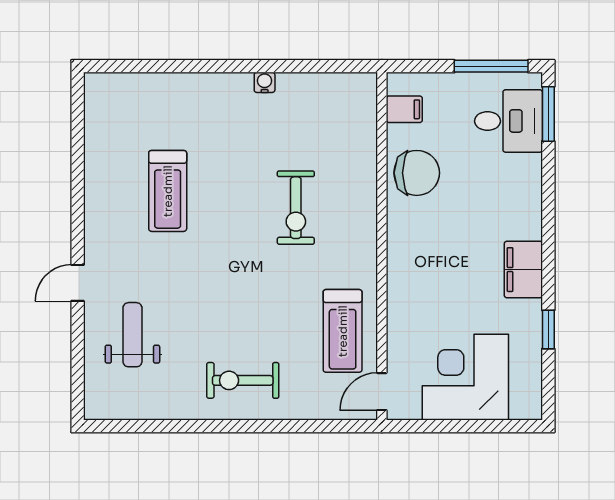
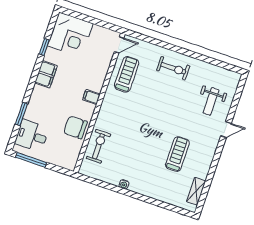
filing cabinet: (404, 109) -> (91, 97), moved
window: (548, 114) -> (21, 114), moved
shelving: (97, 122) -> (196, 191), added
exercise bike: (296, 208) -> (98, 146), moved
corner desk: (465, 377) -> (70, 35), moved

